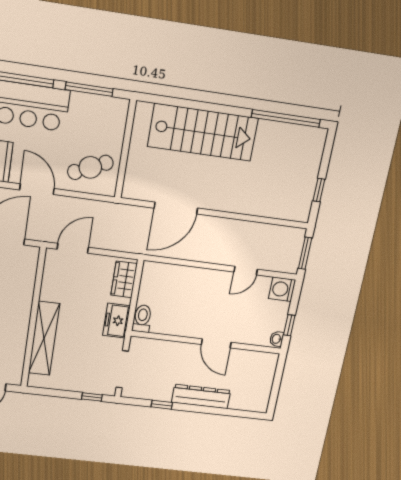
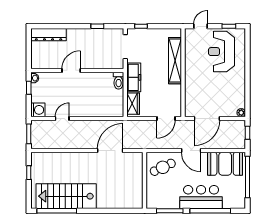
stairs: (203, 132) -> (66, 196), moved
freezer: (116, 321) -> (134, 77), width x1.40
door: (216, 343) -> (71, 70), hinge flipped
dresser: (201, 397) -> (49, 35), moved

